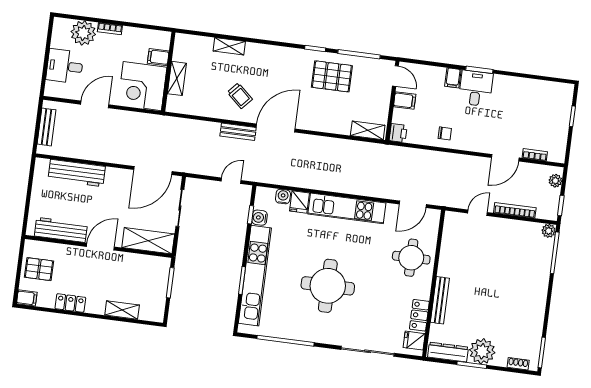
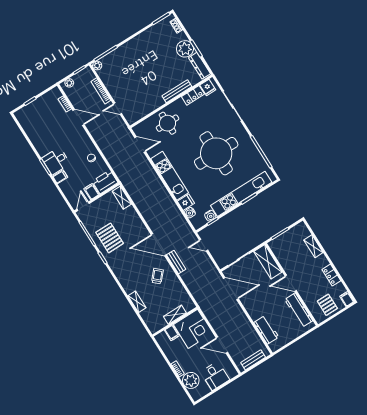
printer: (398, 133) -> (105, 182), width x1.87, depth x1.48
workbench: (77, 173) -> (266, 330), width x0.73
round table: (328, 286) -> (216, 153), width x1.36, depth x1.36

